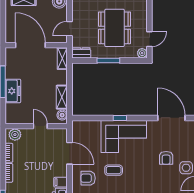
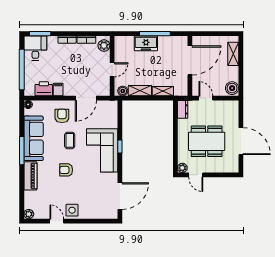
shelving: (62, 58) -> (163, 91), moved
window: (108, 60) -> (175, 135), removed
armchair: (166, 158) -> (66, 170), moved

